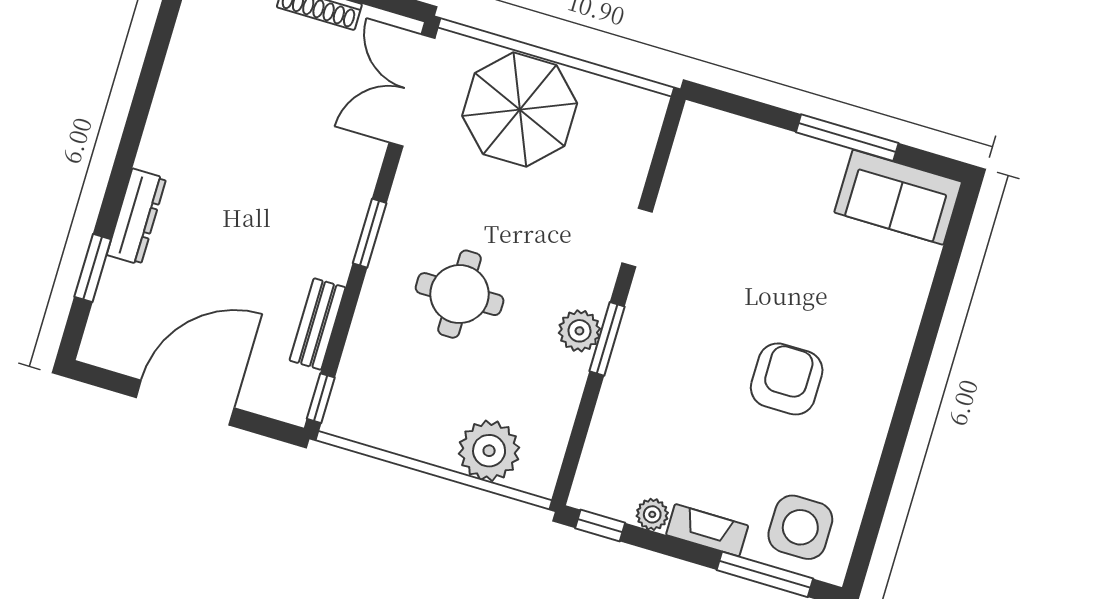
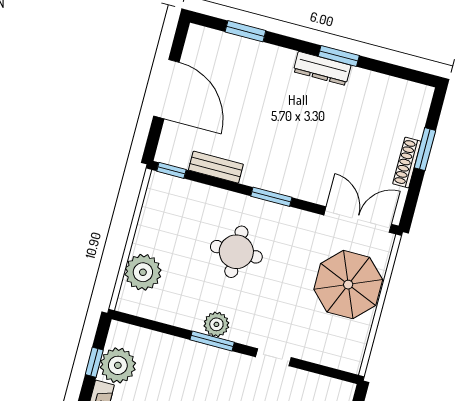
window: (138, 114) -> (339, 56), added
dresser: (136, 217) -> (322, 68), moved
plant: (652, 514) -> (118, 365), width x1.87, depth x1.87
window: (600, 526) -> (94, 362), moved

